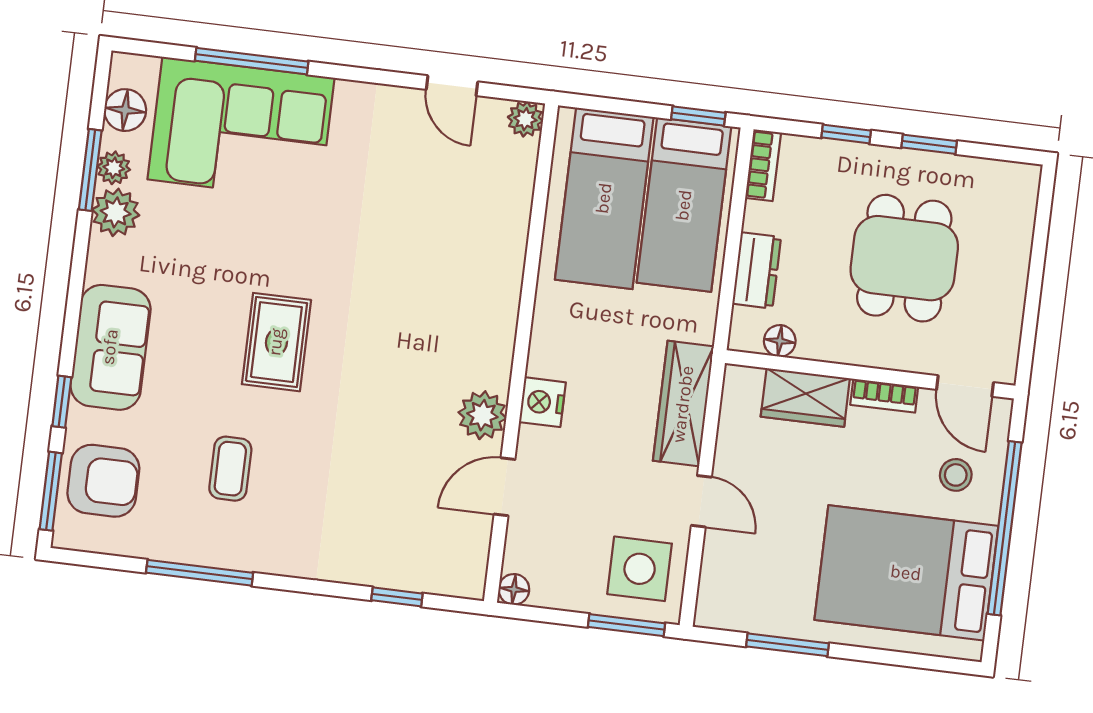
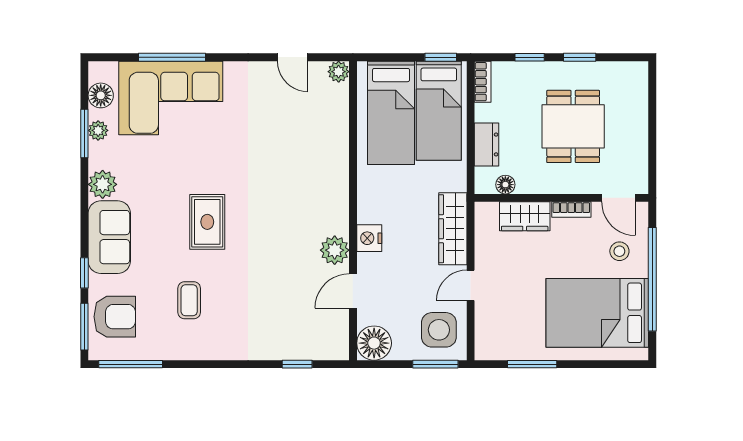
plant: (116, 212) -> (103, 184), moved
door: (701, 501) -> (471, 285), swing flipped
window: (200, 573) -> (131, 364), moved
floor lamp: (514, 589) -> (374, 343), width x1.89, depth x1.89

